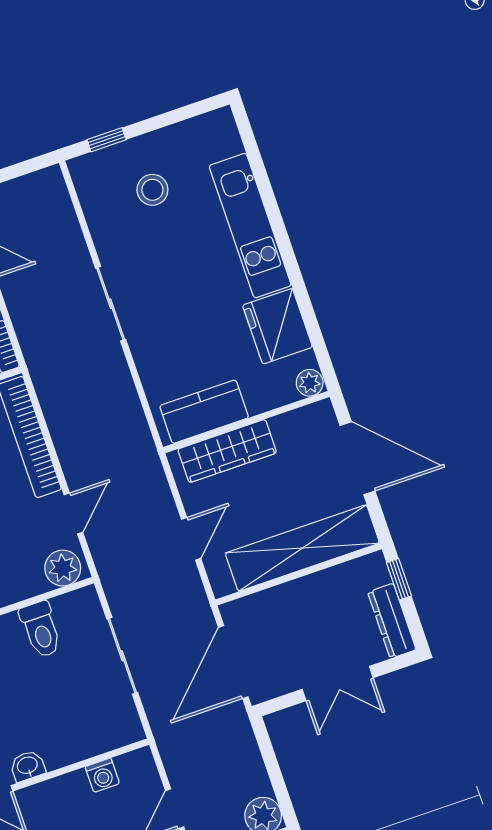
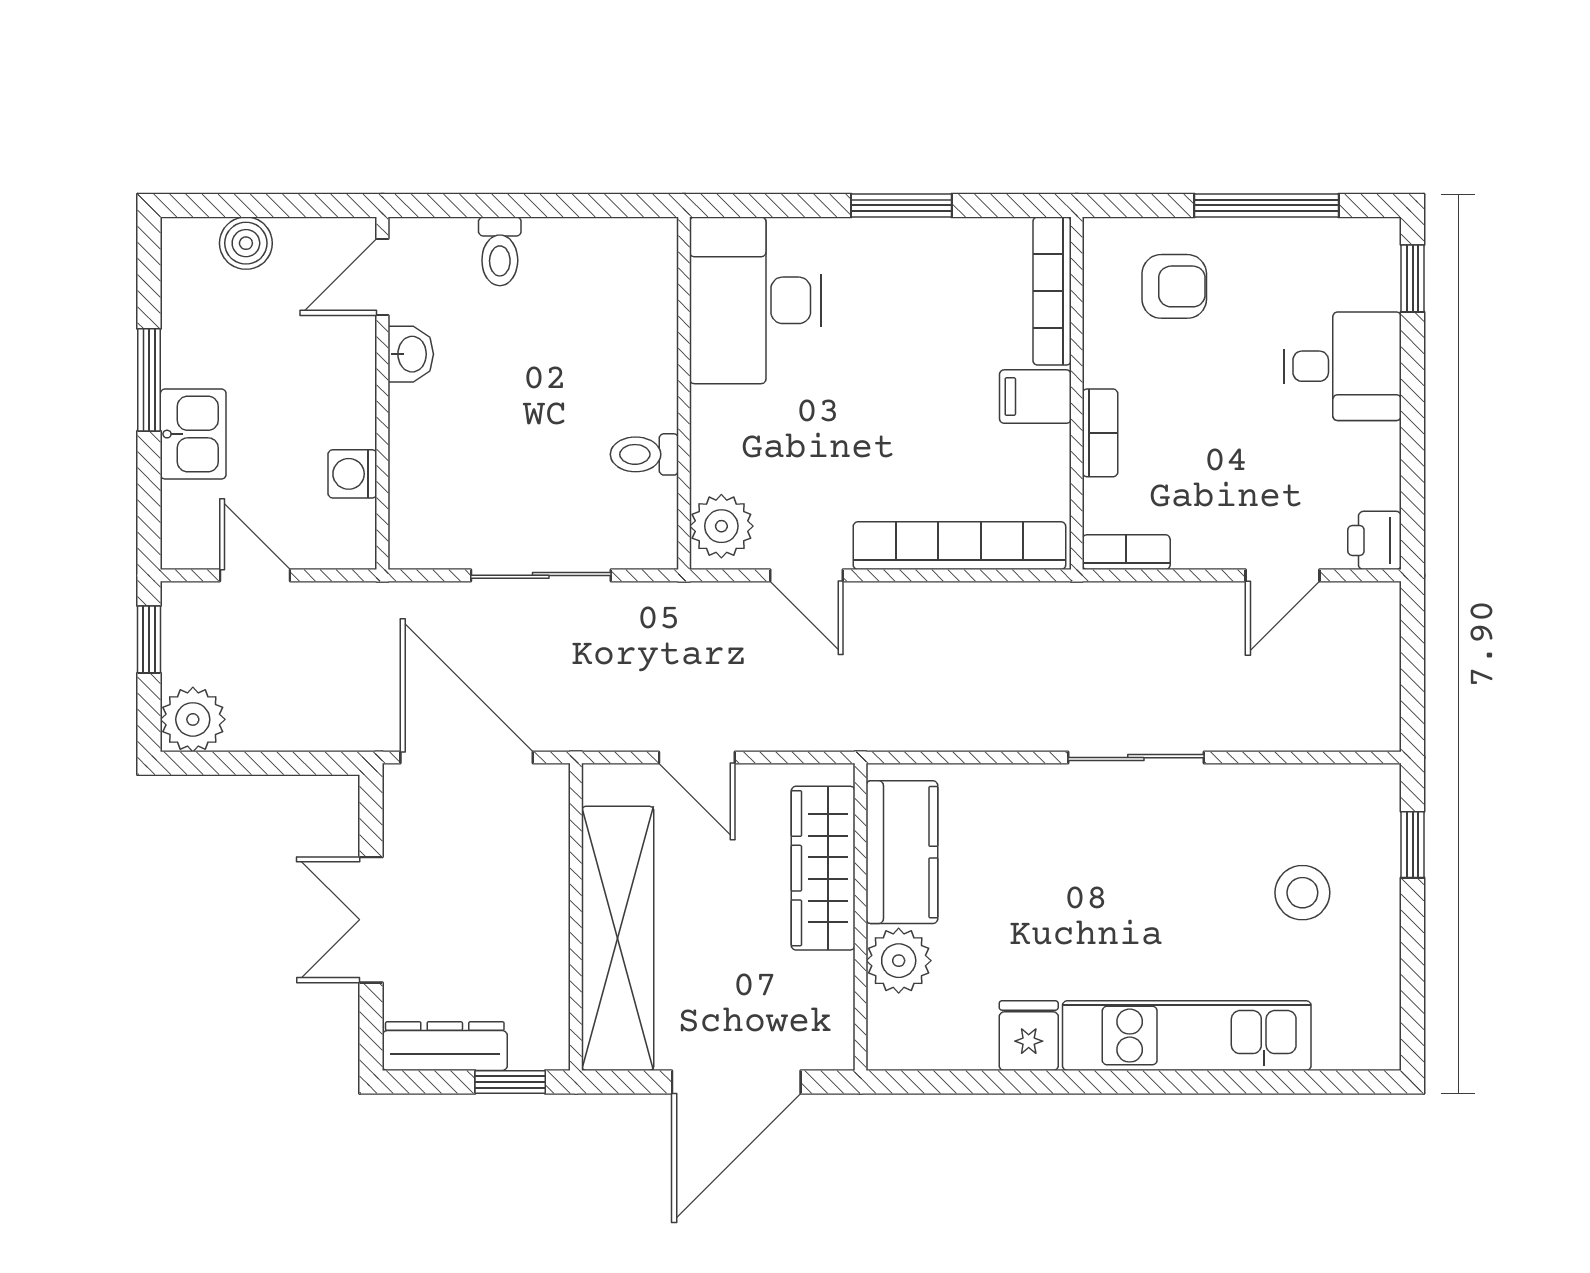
fridge: (278, 326) -> (1029, 1036), width x0.53, depth x0.75
plant: (310, 383) -> (899, 961), moved, width x1.38, depth x1.38
toilet: (41, 629) -> (644, 454), width x0.73, depth x0.72

